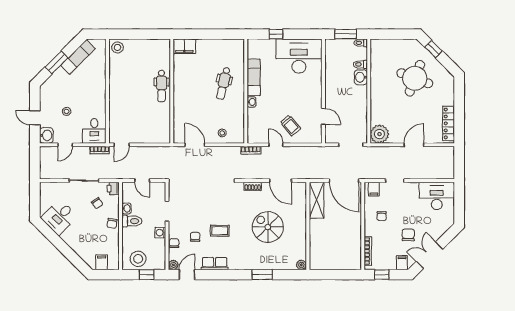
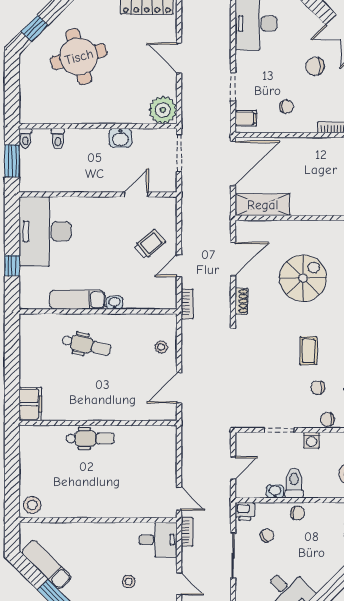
washbasin: (361, 77) -> (120, 138), moved
round table: (415, 78) -> (79, 57), turned -36
spiral stairs: (268, 227) -> (303, 278), turned 180

